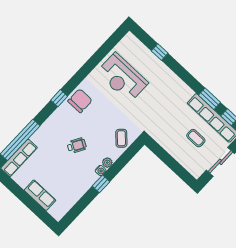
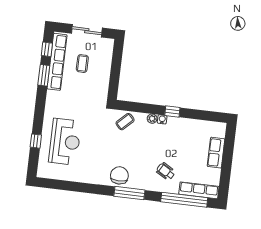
reception desk: (122, 78) -> (65, 142), moved
window: (59, 98) -> (129, 193), width x2.17
chair: (80, 101) -> (119, 175), turned 90
wheelchair: (77, 146) -> (166, 171), moved

